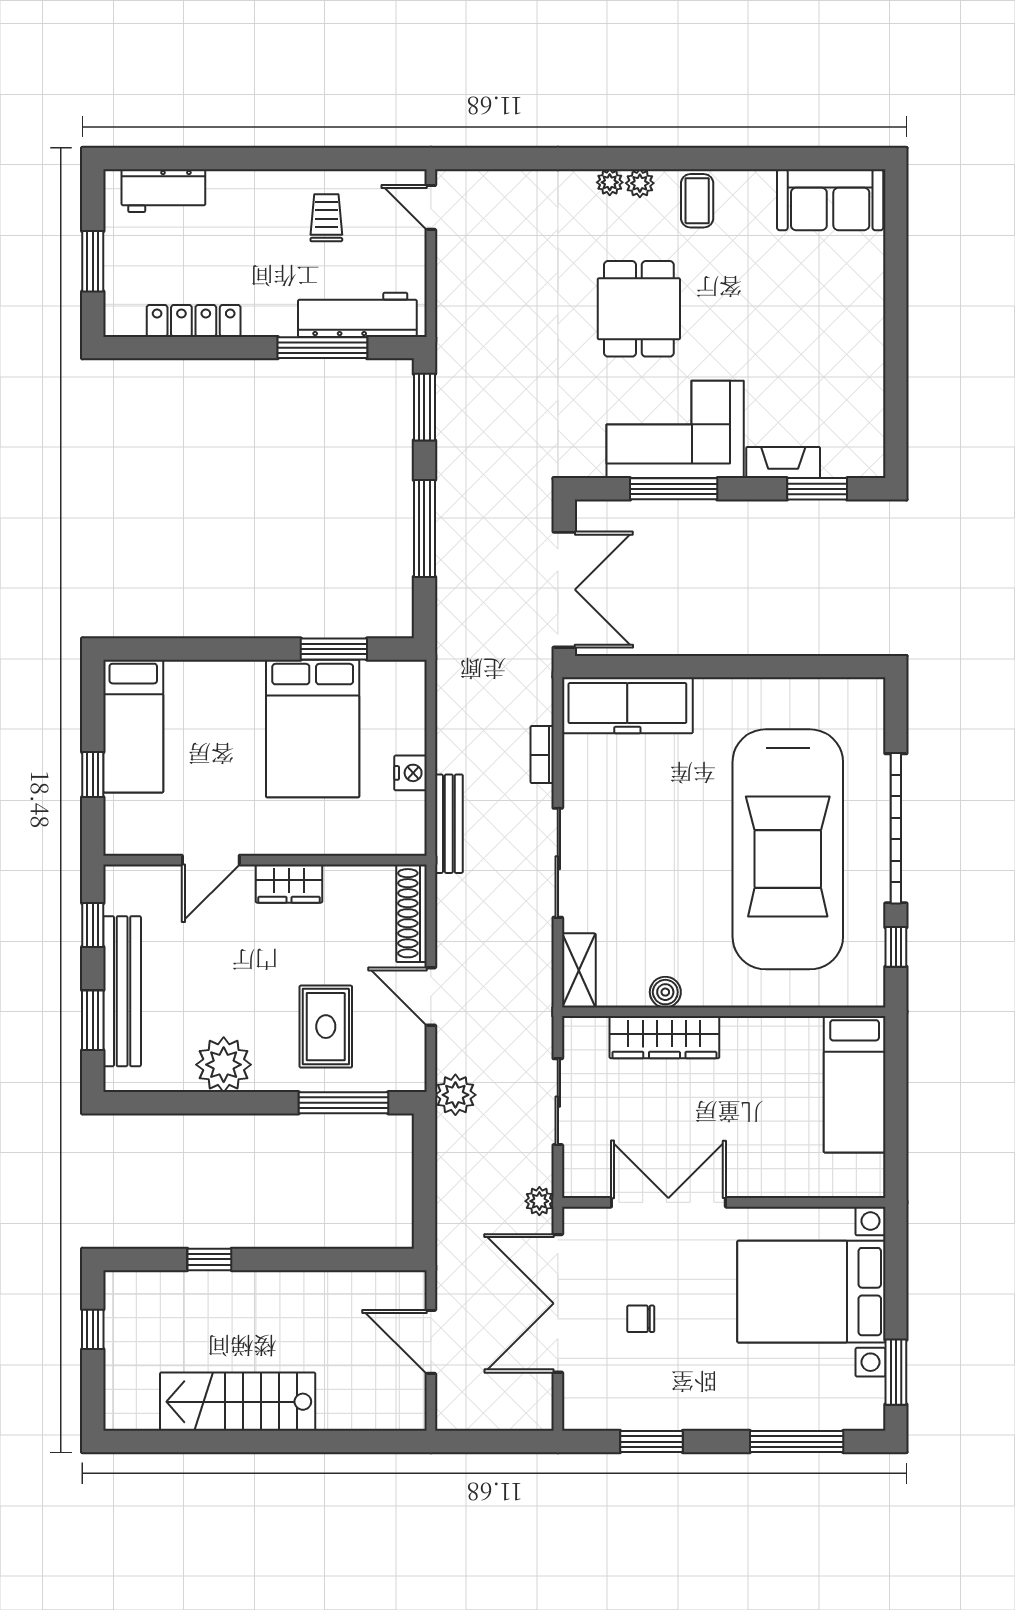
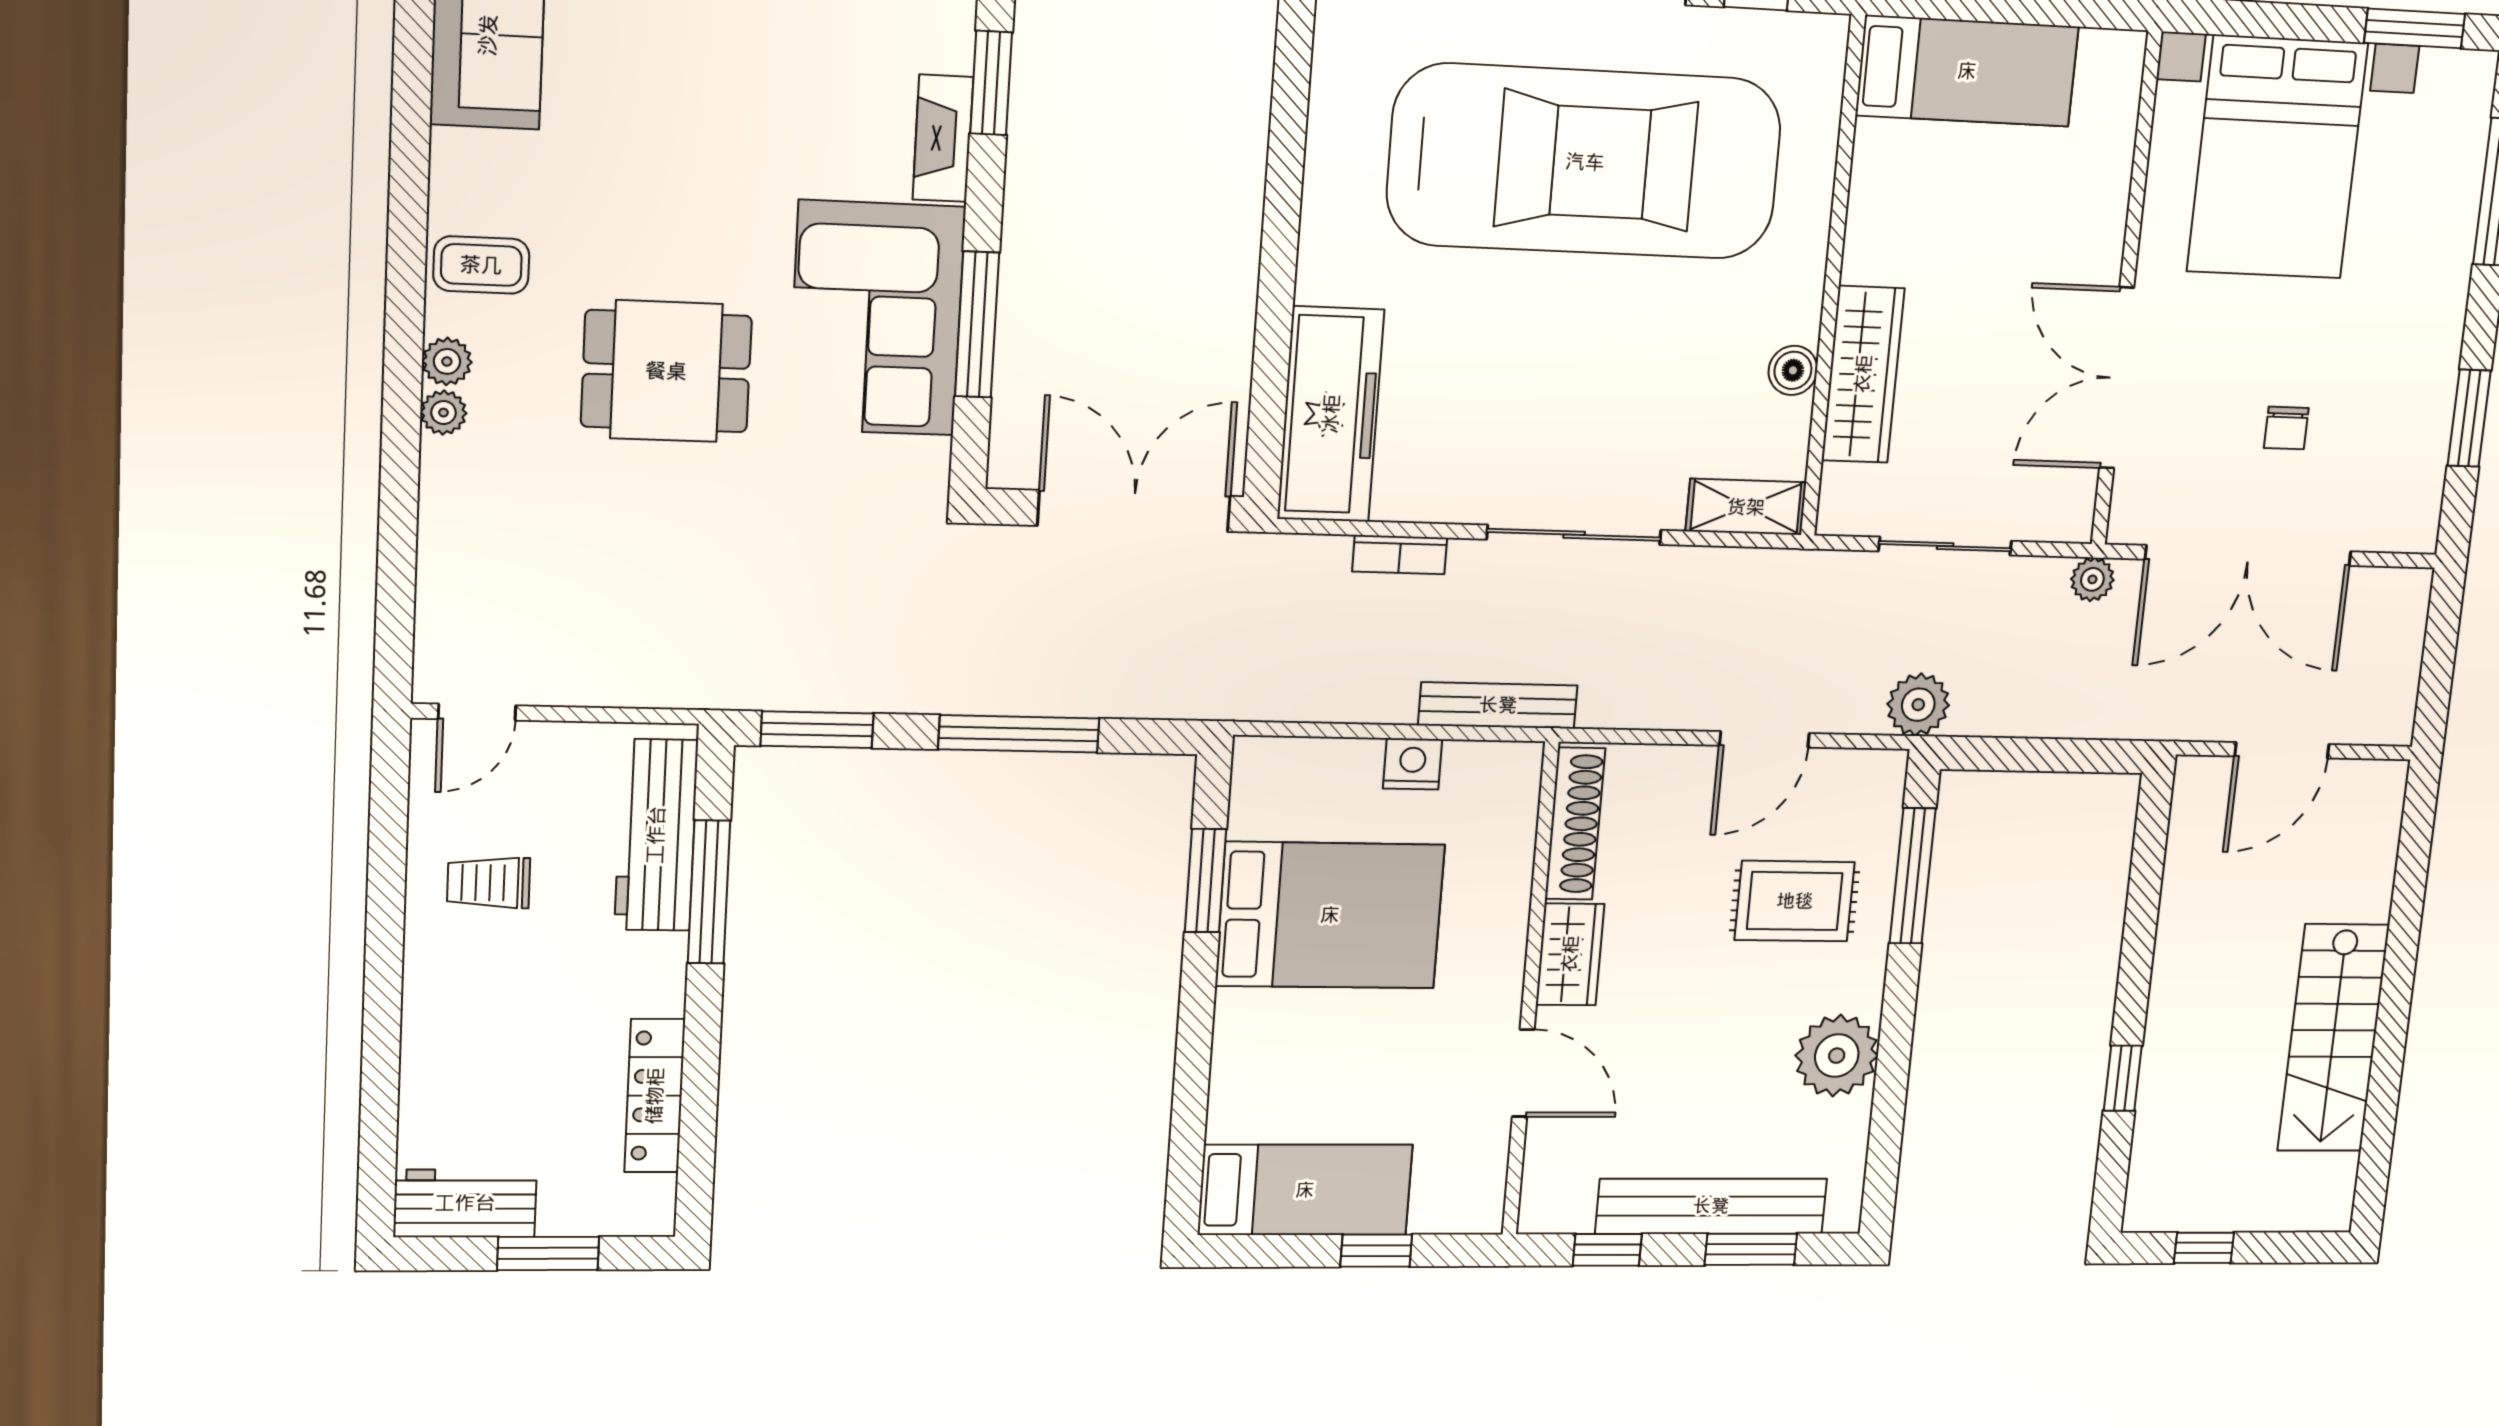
workbench: (163, 191) -> (465, 1203), moved, turned -90
shoe rack: (411, 913) -> (1575, 824), moved, turned -90

